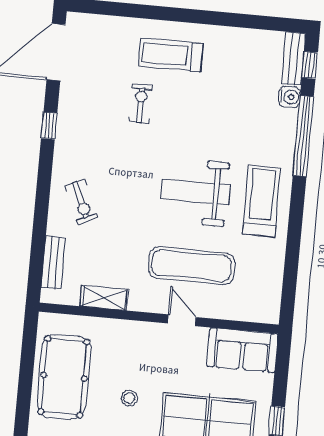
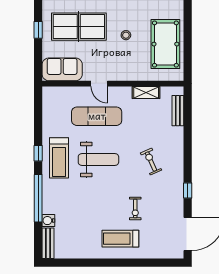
treadmill: (171, 55) -> (120, 239), turned 180
window: (310, 65) -> (38, 153), moved
exercise bike: (81, 202) -> (151, 162), moved

